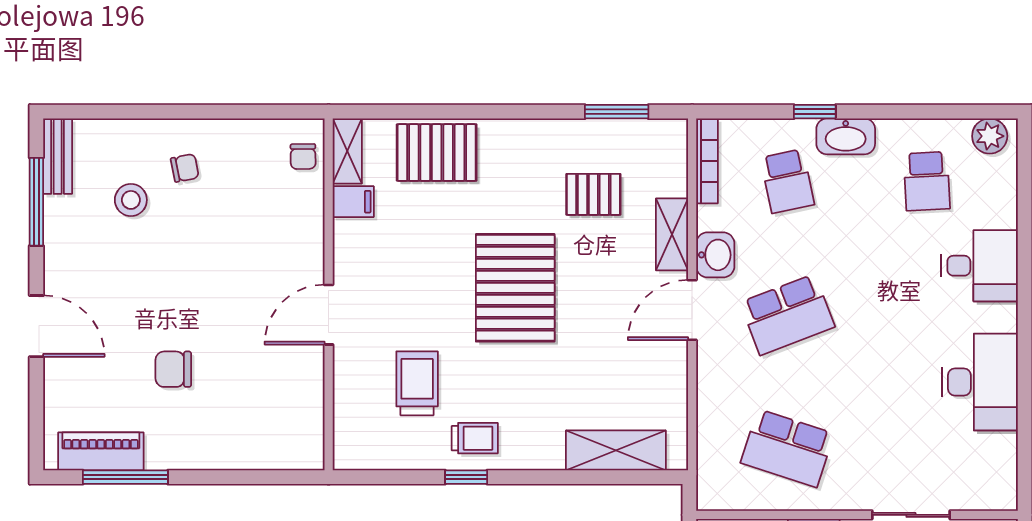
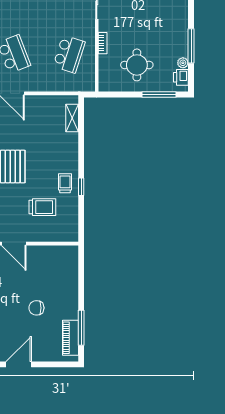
chair: (173, 369) -> (36, 308), turned 90
trolley: (417, 383) -> (42, 207), turned 180
shelving: (616, 450) -> (72, 118), width x0.67, depth x0.75

